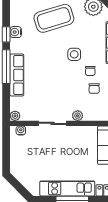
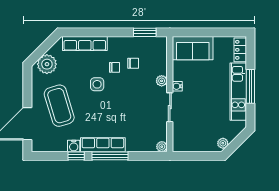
row of seats: (17, 75) -> (103, 145), moved
water cooler: (21, 130) -> (177, 86), moved
plant: (18, 174) -> (223, 143), added

